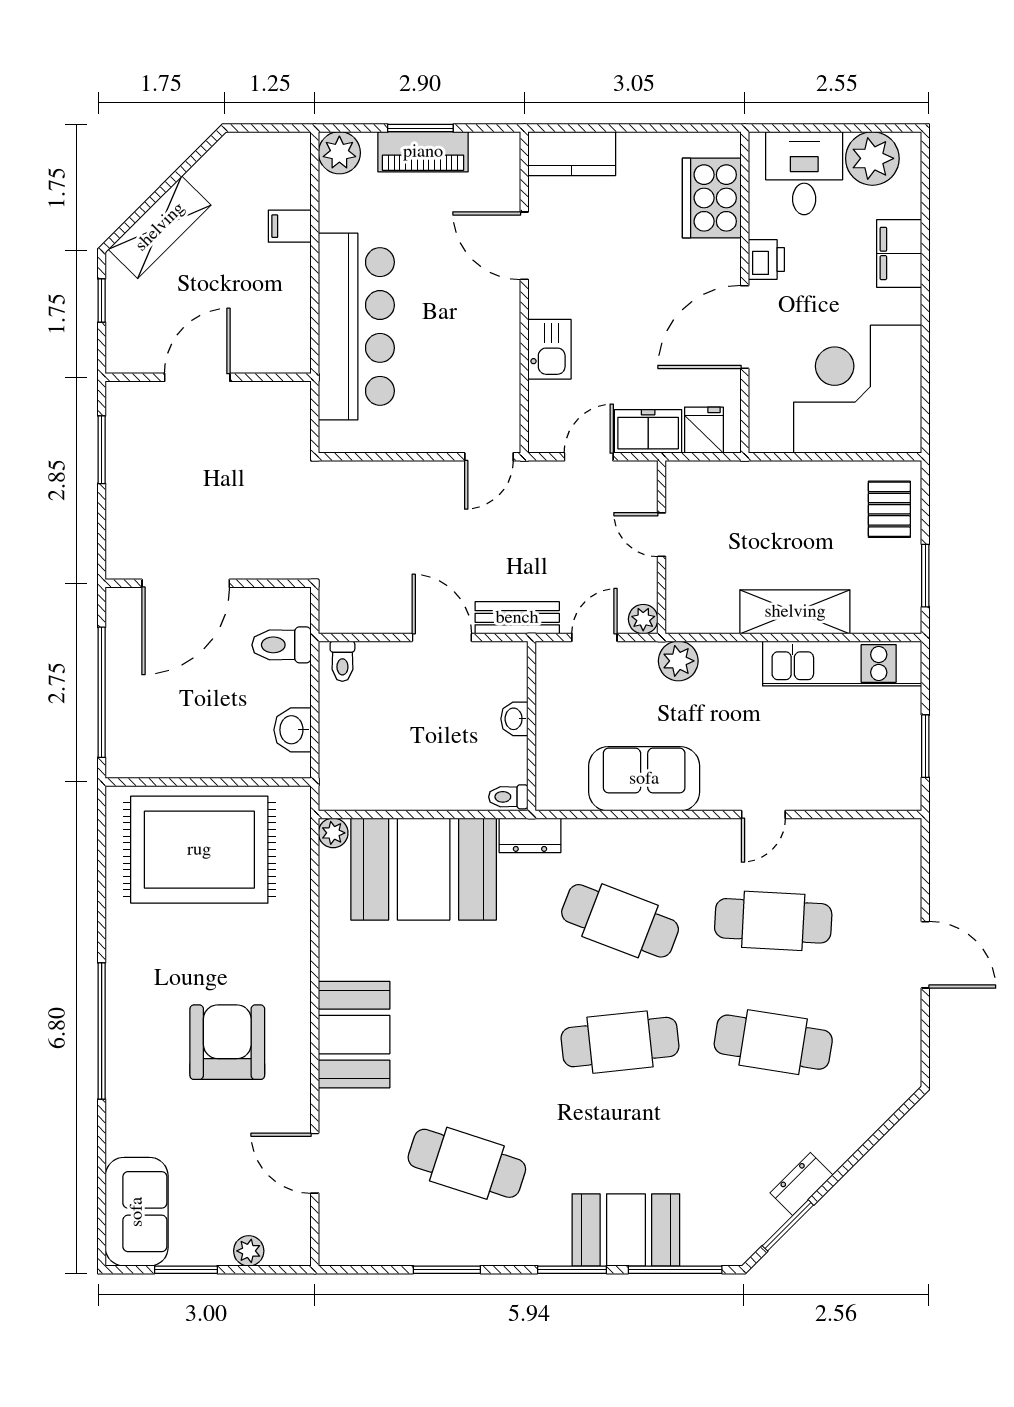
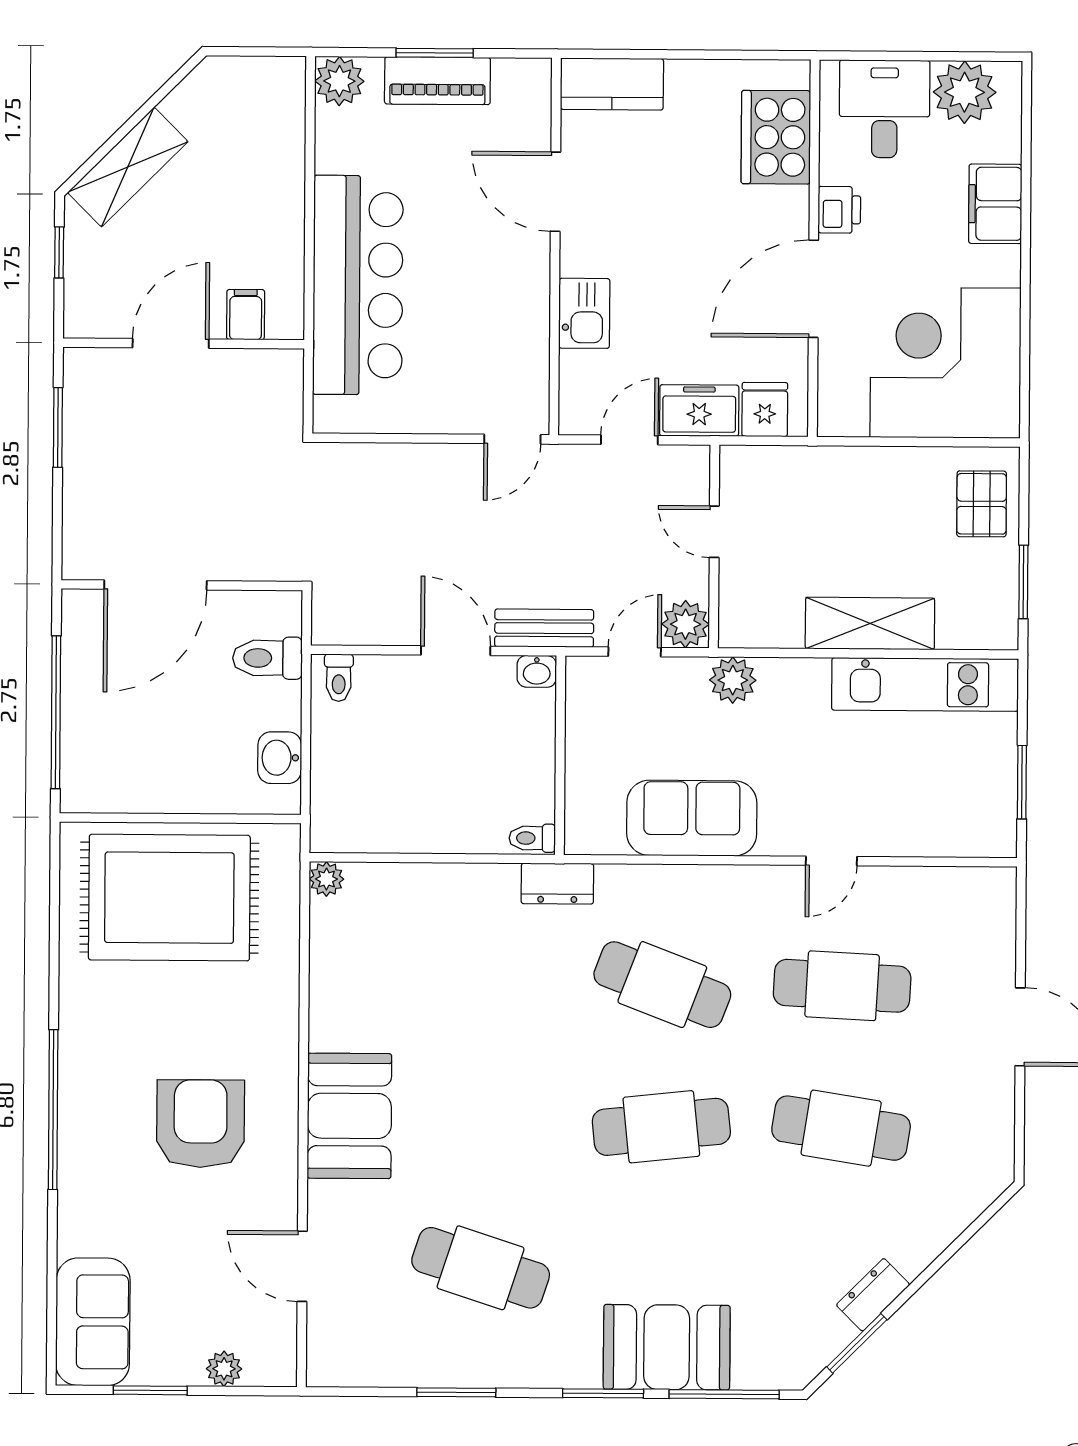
filing cabinet: (290, 226) -> (246, 315), moved, turned 90
plant: (643, 619) -> (686, 624), width x1.38, depth x1.38
washbasin: (514, 719) -> (537, 671), moved, turned -90
booth: (424, 869) -> (432, 922), removed

